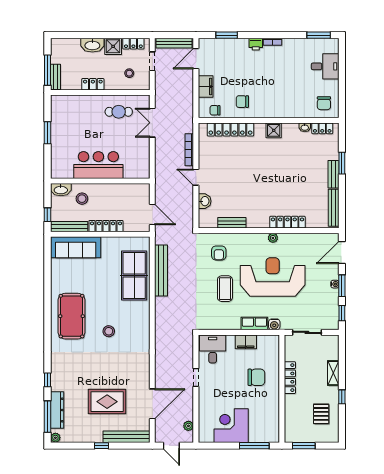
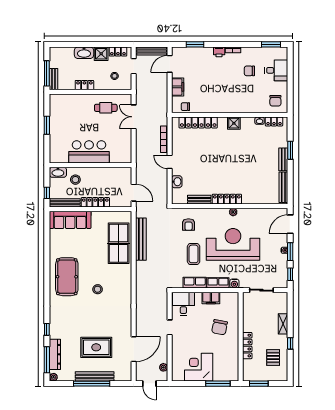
chair: (242, 102) -> (249, 71), moved
locker: (287, 222) -> (227, 199), moved
row of seats: (226, 323) -> (195, 283), added
chair: (256, 377) -> (220, 327), turned 101
locker: (290, 378) -> (247, 346), moved
bench: (126, 437) -> (95, 376), moved
window: (102, 446) -> (92, 384), width x3.17

